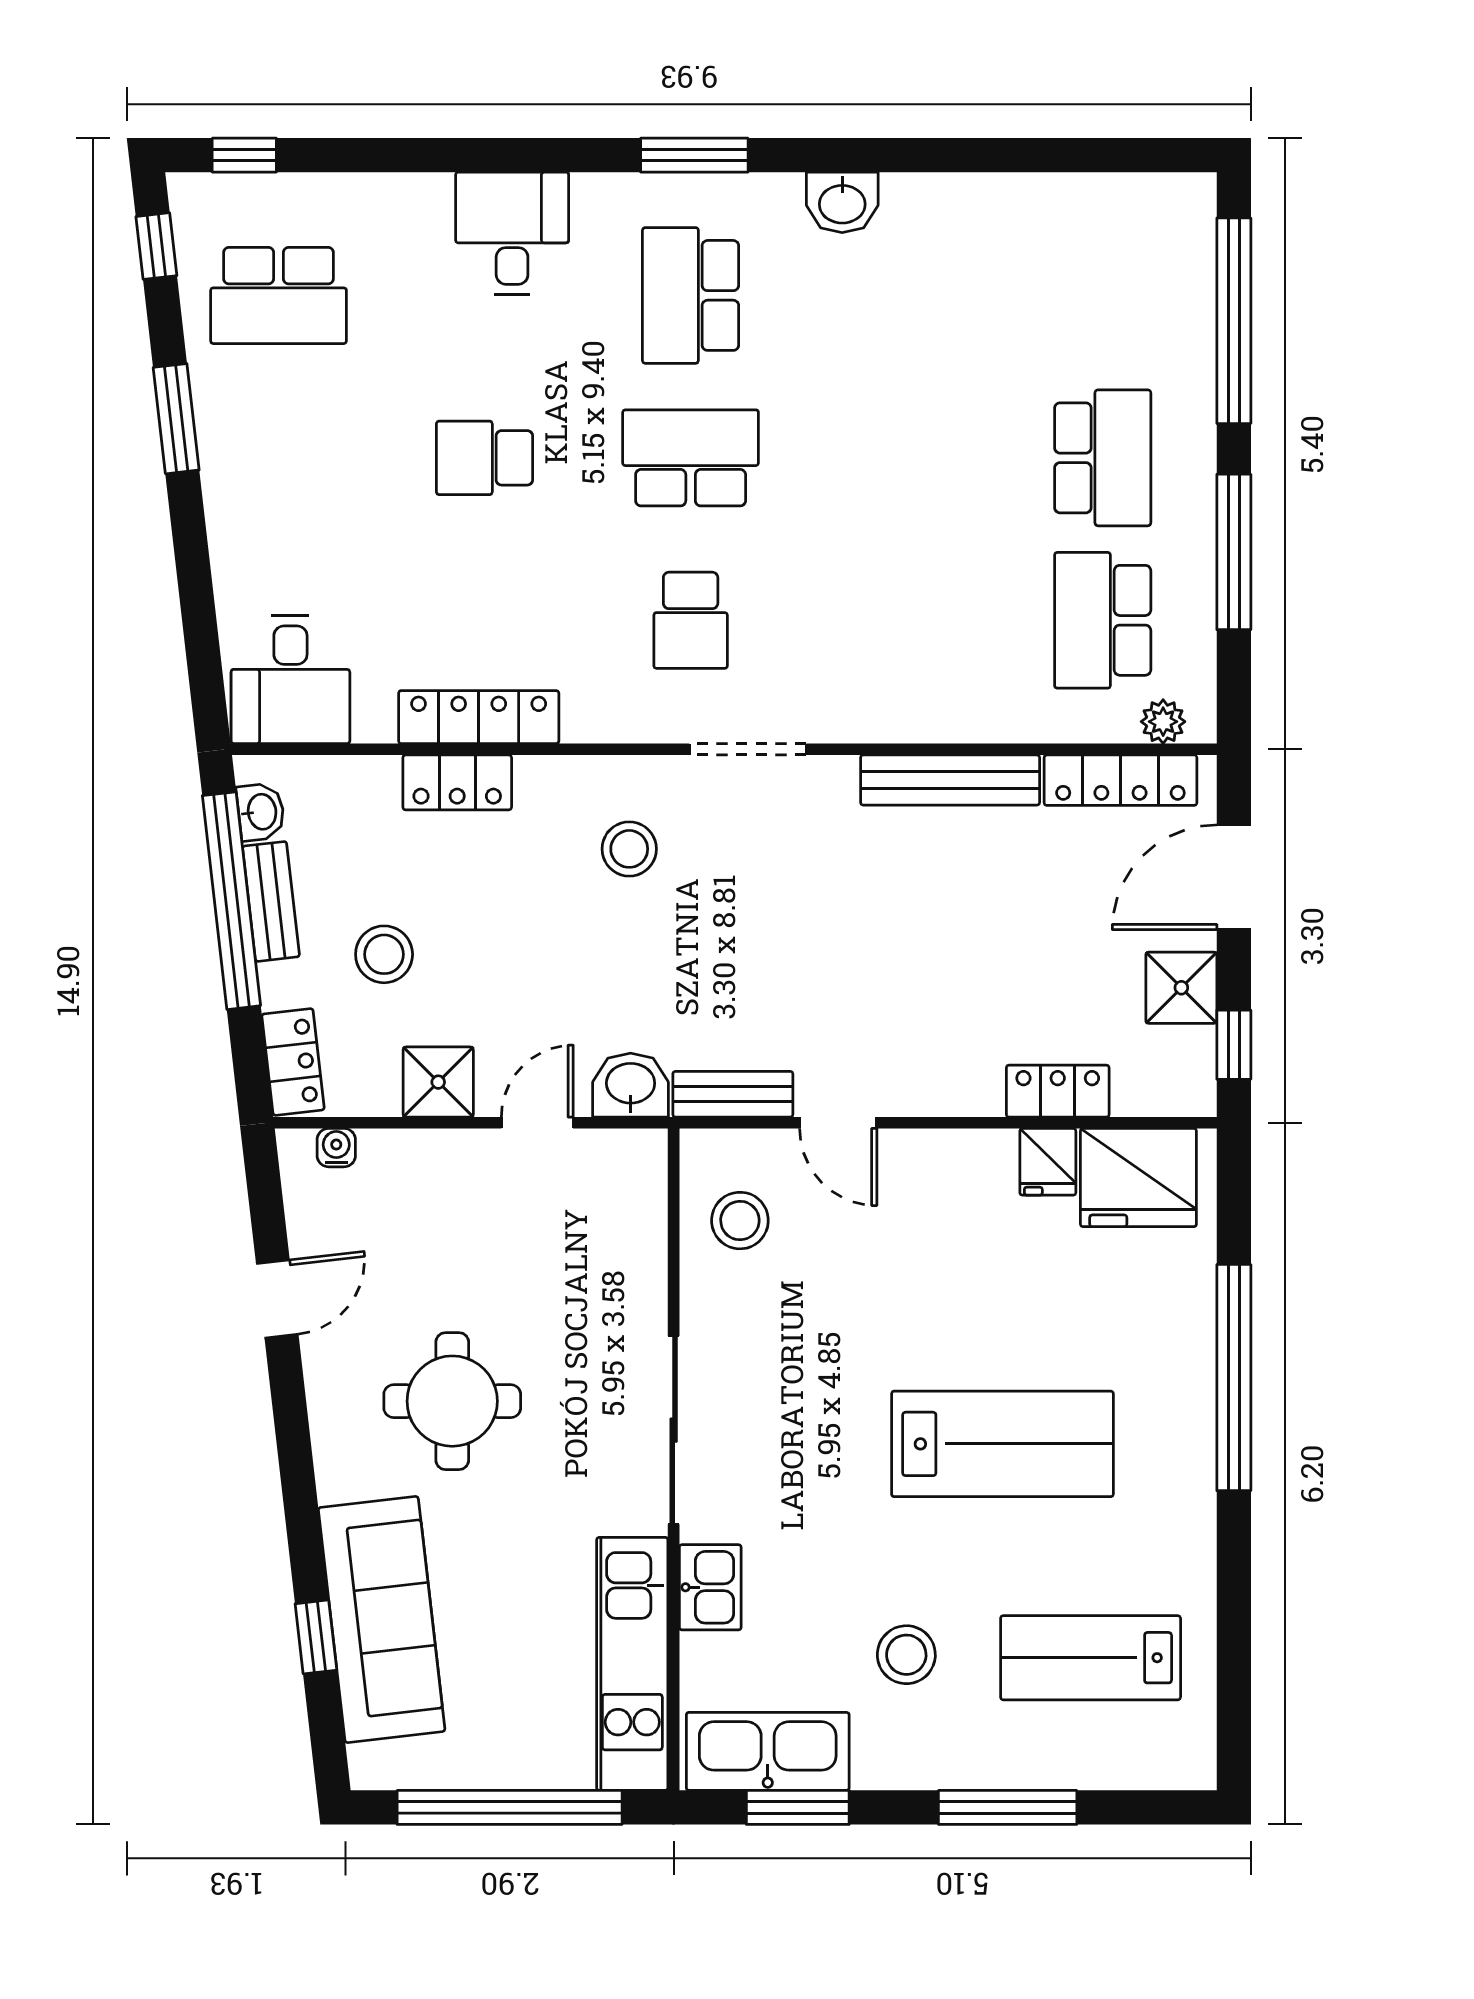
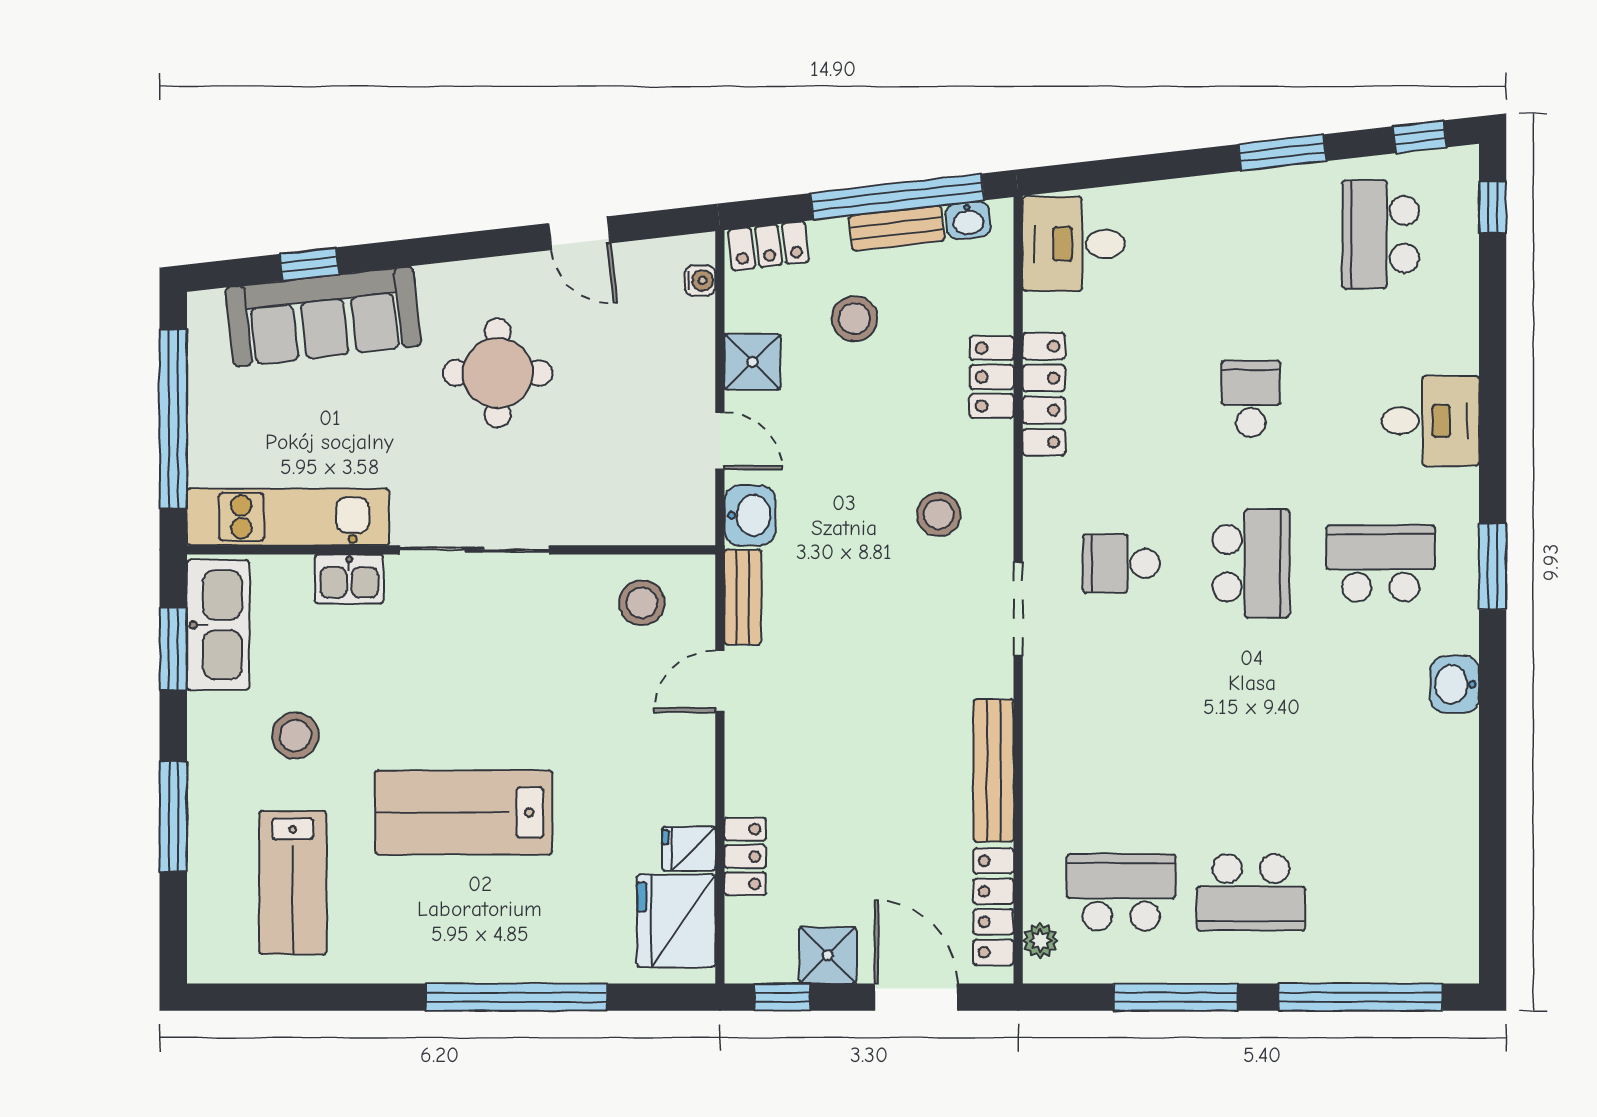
lab bench: (1002, 1444) -> (464, 812), turned 90
lab bench: (1091, 1658) -> (293, 883), turned 180

